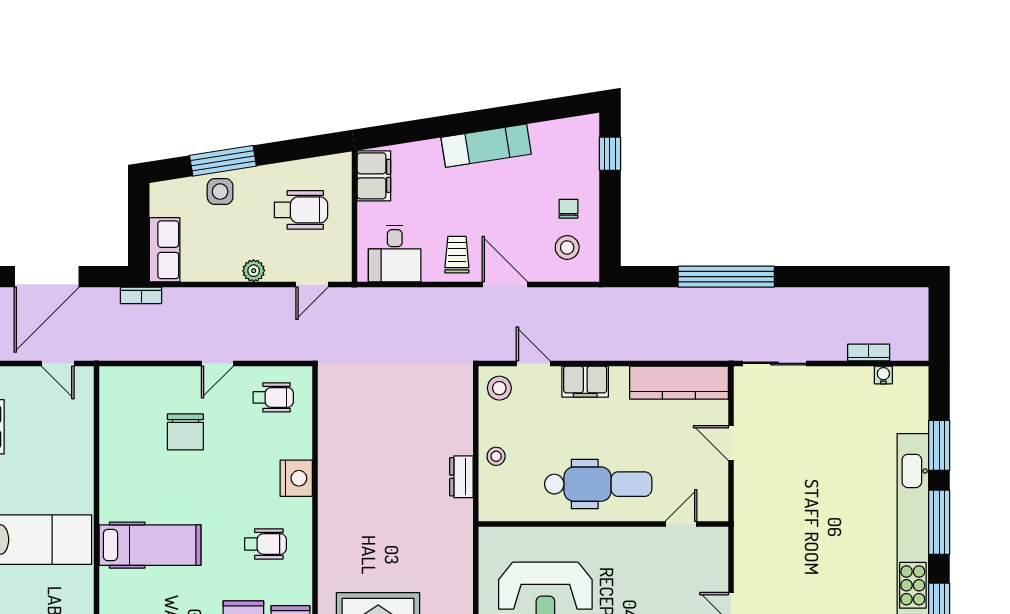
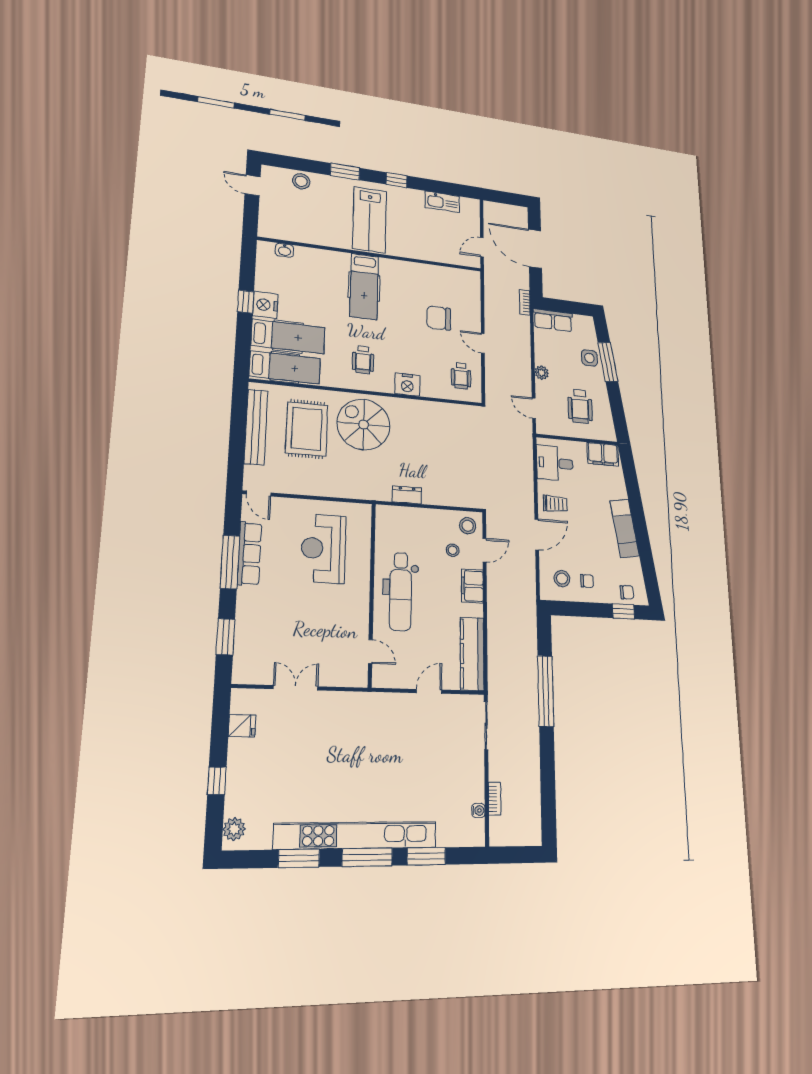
chair: (582, 147) -> (627, 592), added
stool: (496, 456) -> (453, 550), moved
spiral stairs: (364, 541) -> (364, 424), added

